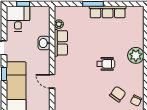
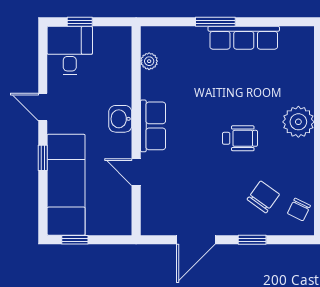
washbasin: (44, 43) -> (120, 119), moved
row of seats: (61, 43) -> (153, 126), moved

